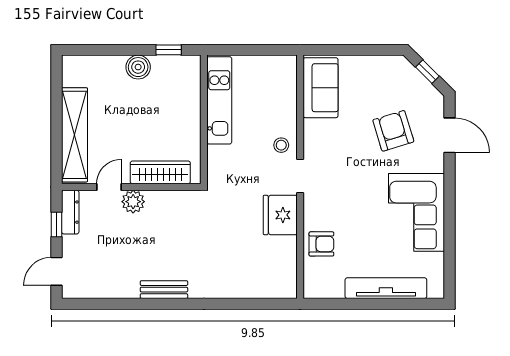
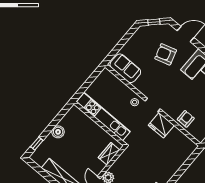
window: (169, 50) -> (37, 144), moved
kitchen unit: (219, 100) -> (103, 117), width x1.36
wardrobe: (160, 172) -> (109, 154), width x0.67

